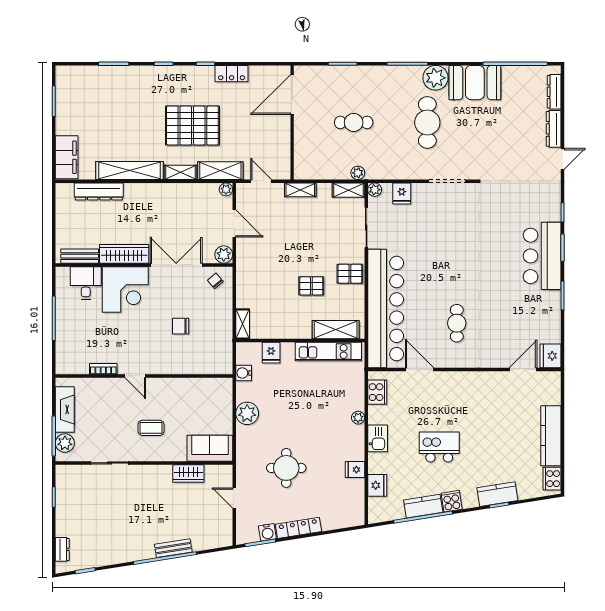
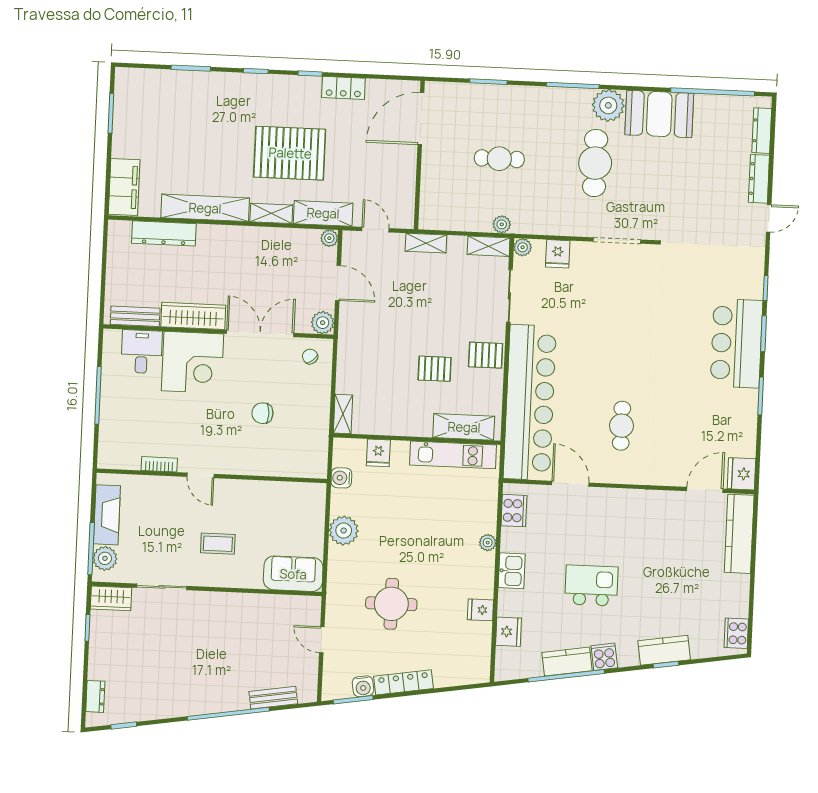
kitchen counter: (551, 436) -> (739, 534), moved
wardrobe: (188, 474) -> (111, 598), moved
bench: (173, 548) -> (273, 698), moved

